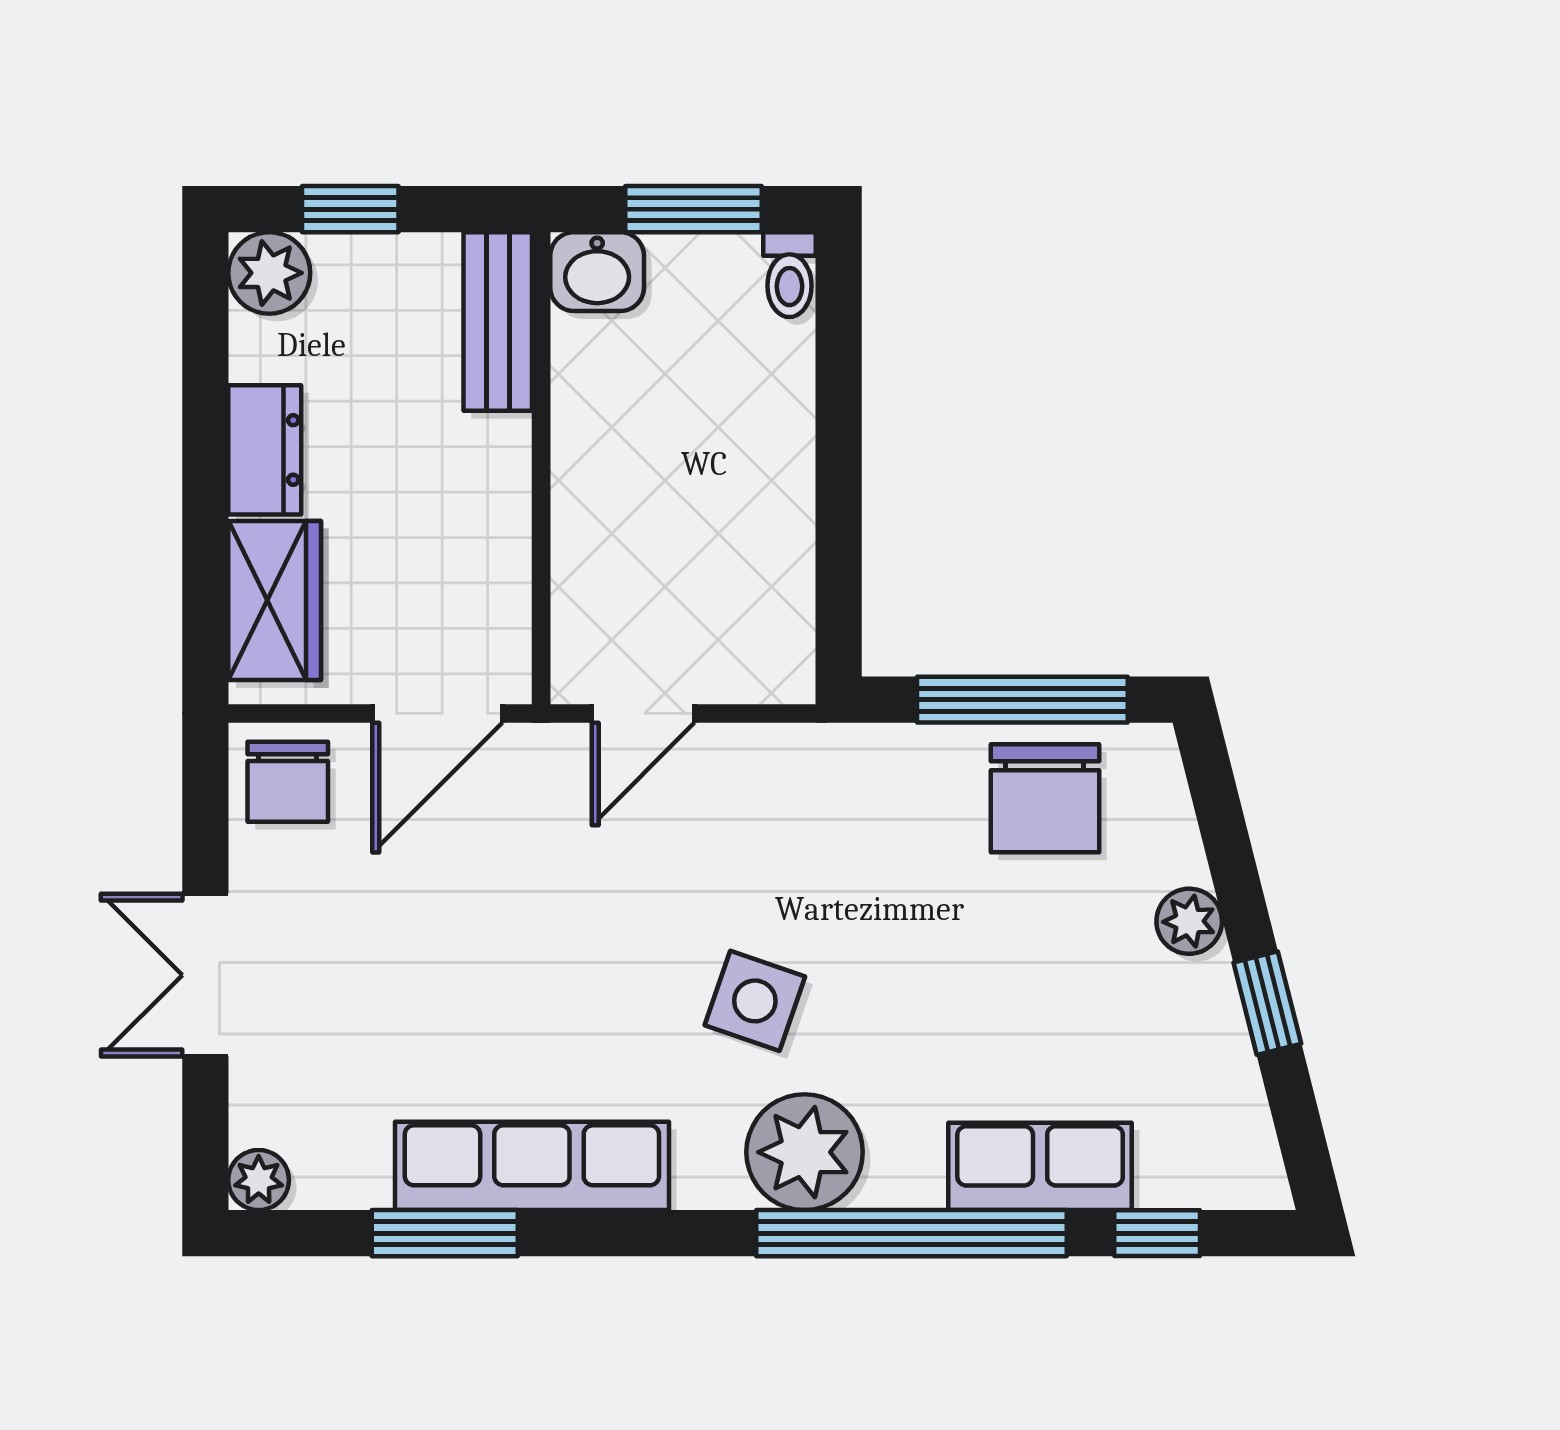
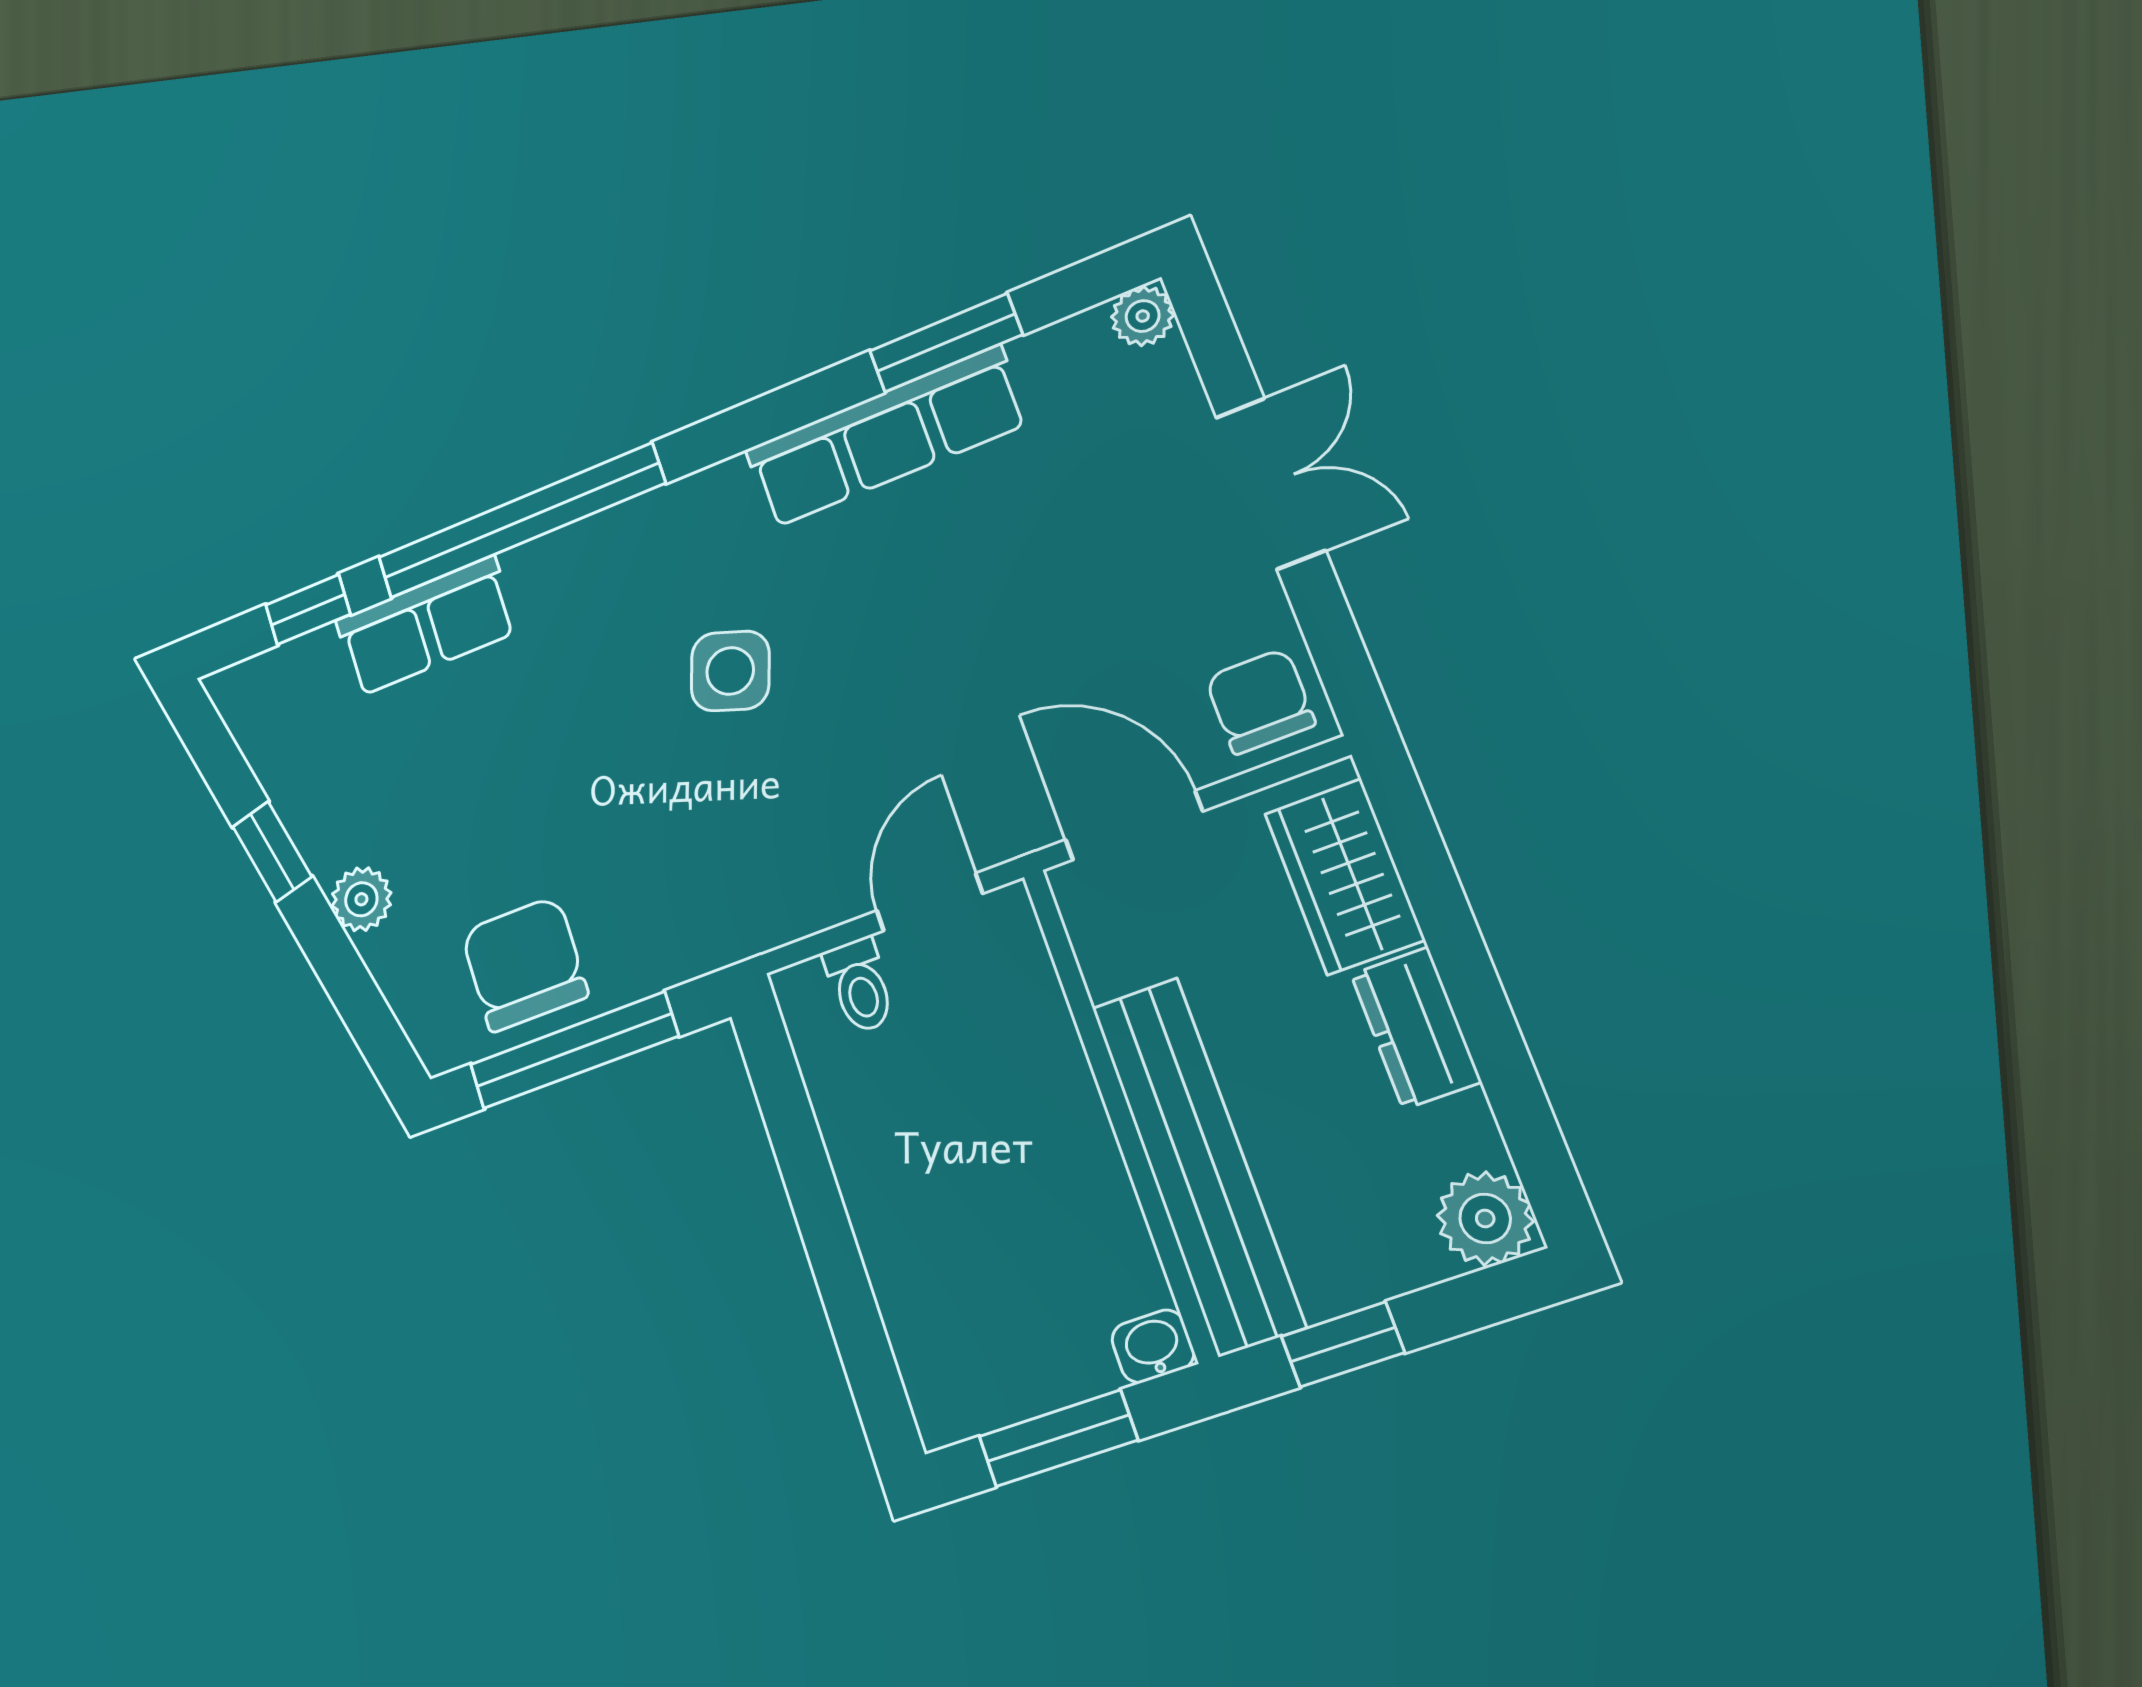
window: (350, 209) -> (1343, 1344), moved
washbasin: (597, 272) -> (1153, 1346), width x0.72, depth x0.69
toilet: (789, 275) -> (860, 985), moved, turned 180
bench: (498, 321) -> (1197, 1165), width x1.86, depth x1.21
door: (437, 713) -> (1134, 826), hinge flipped
plant: (805, 1152) -> (639, 553), removed

